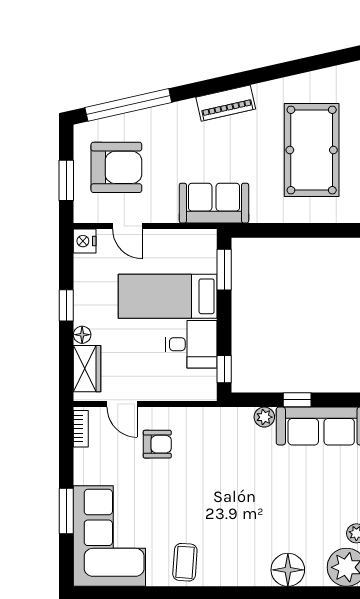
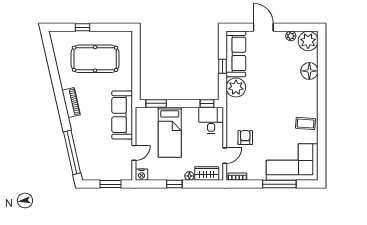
armchair: (116, 167) -> (104, 158), removed
sofa: (214, 203) -> (122, 115), width x1.36
desk: (191, 344) -> (211, 120), moved
plant: (264, 417) -> (236, 87), width x1.88, depth x1.88
window: (66, 511) -> (279, 184), width x1.44

